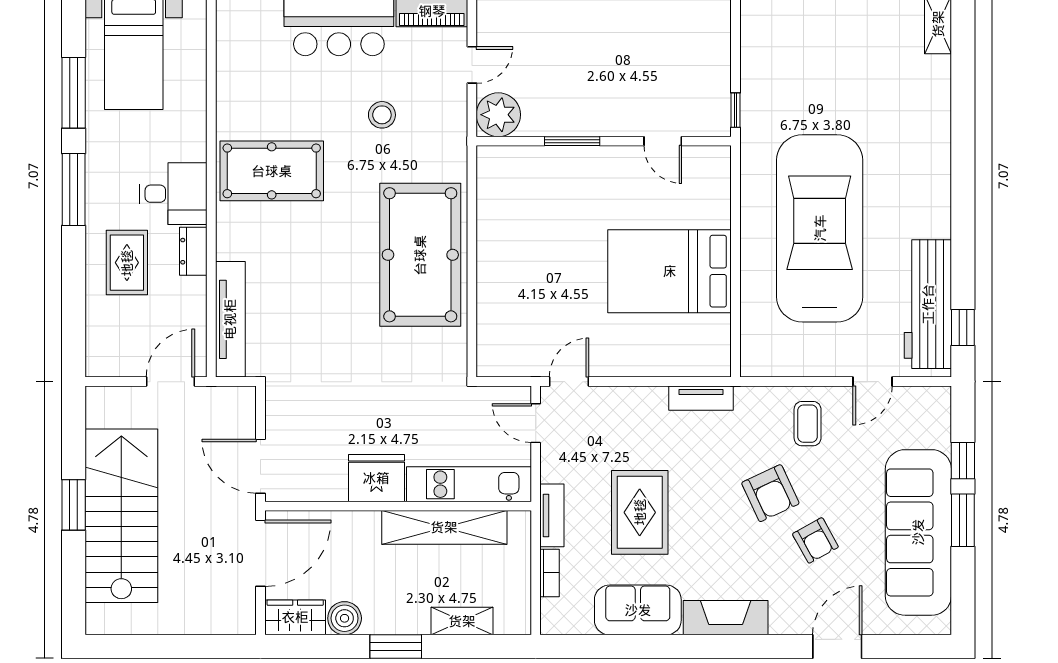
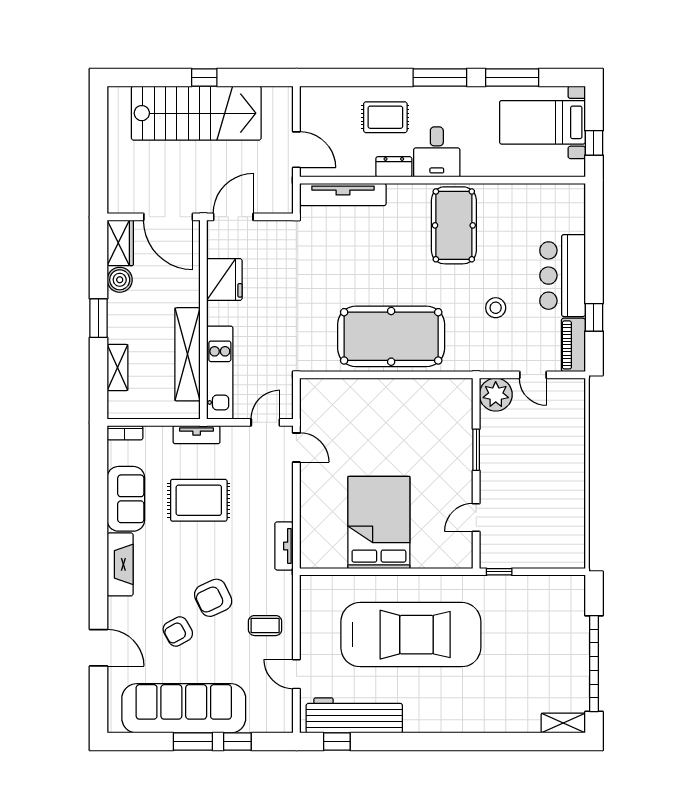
fridge: (376, 478) -> (224, 280), moved
window: (74, 505) -> (204, 77), width x0.67
bookcase: (550, 573) -> (125, 433), moved

